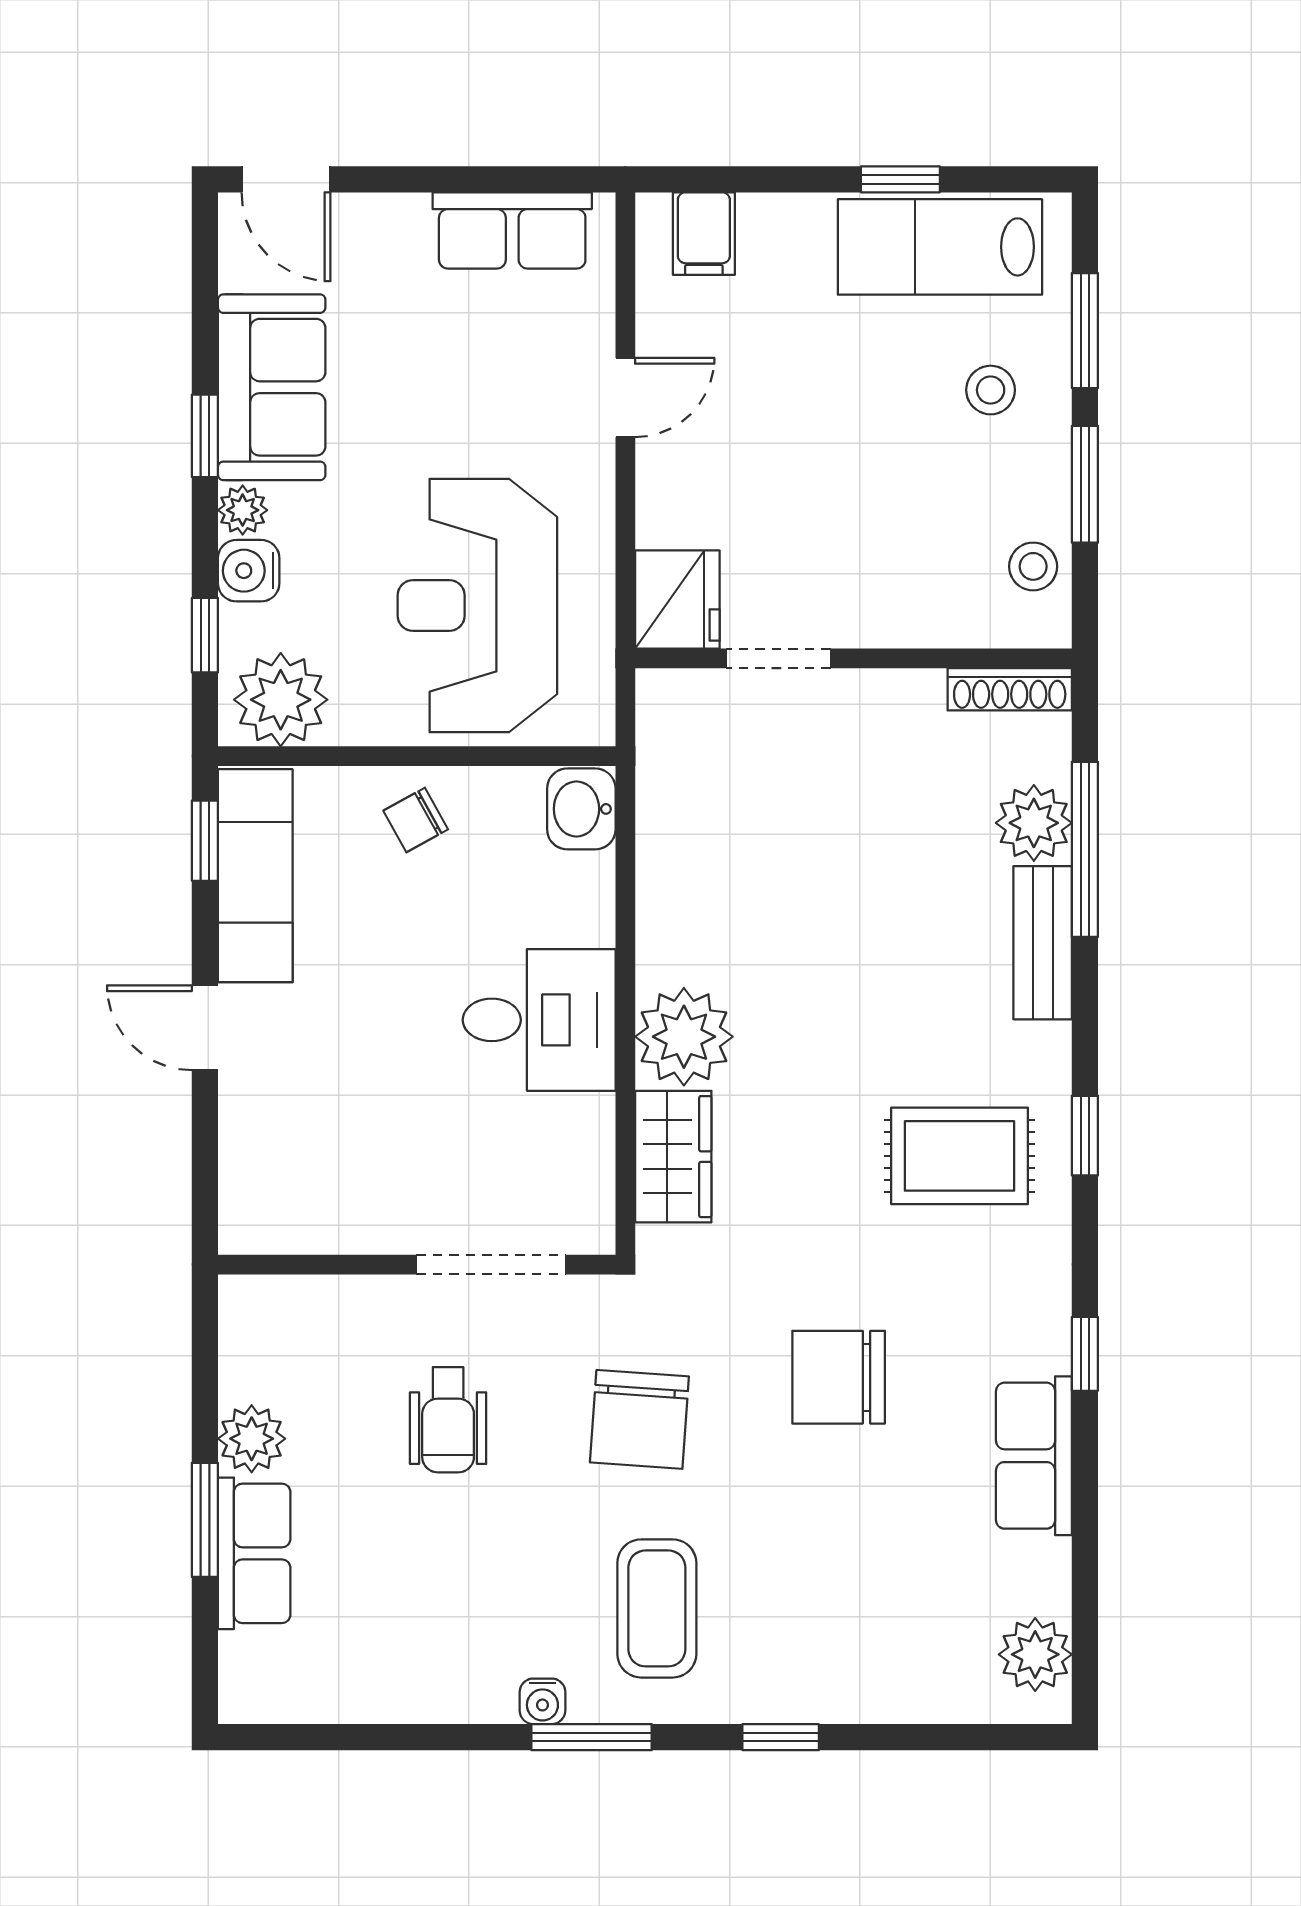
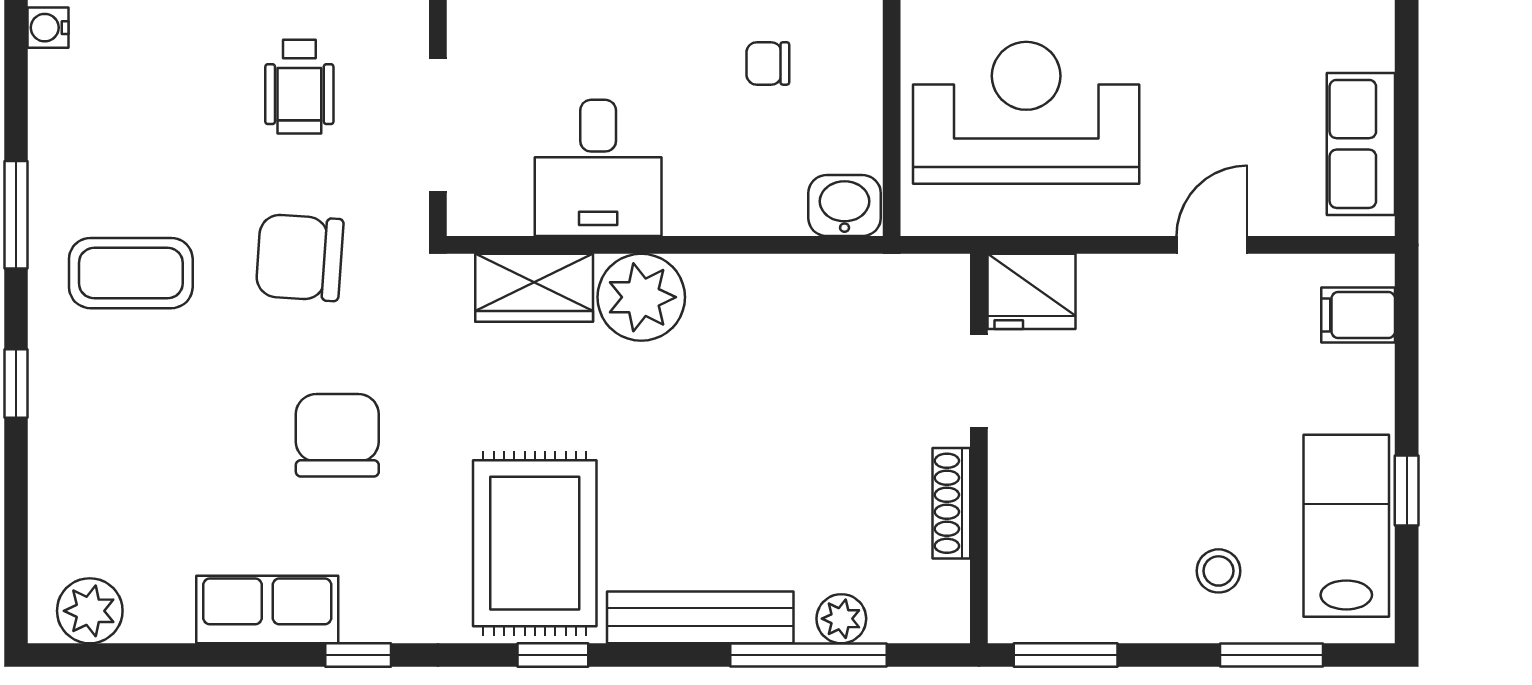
door: (625, 397) -> (1212, 245), swing flipped
window: (1085, 484) -> (1066, 655), moved
stool: (1033, 566) -> (1061, 609), removed
shoe rack: (1010, 689) -> (951, 503), moved
chair: (416, 820) -> (768, 63), moved, turned -61
plant: (1034, 823) -> (841, 619), width x0.73, depth x0.73
bench: (1043, 943) -> (700, 617), width x1.36
desk: (539, 1020) -> (598, 168), moved
rug: (960, 1156) -> (535, 543), width x1.36, depth x1.43
wheelchair: (448, 1420) -> (299, 87), turned -90
water cooler: (542, 1701) -> (48, 28), moved

